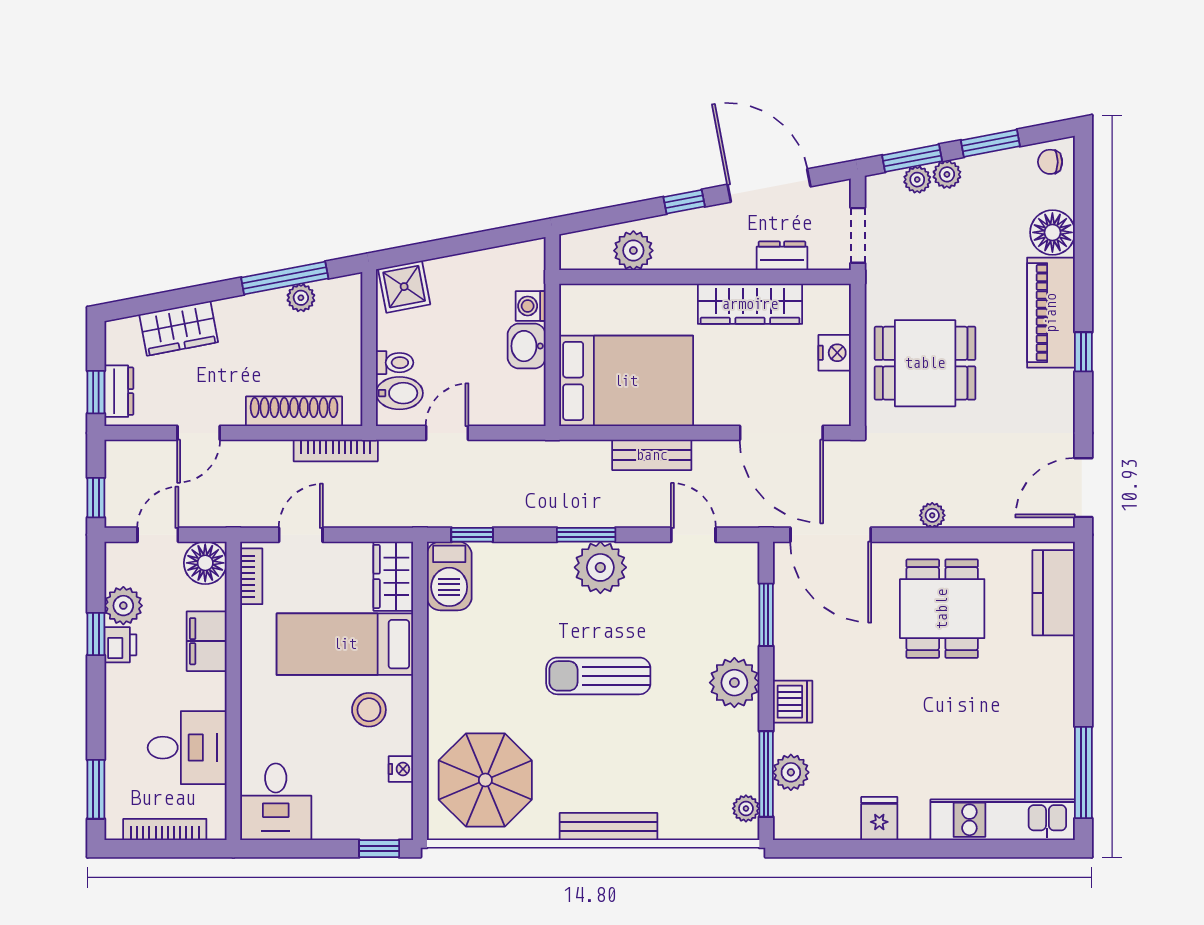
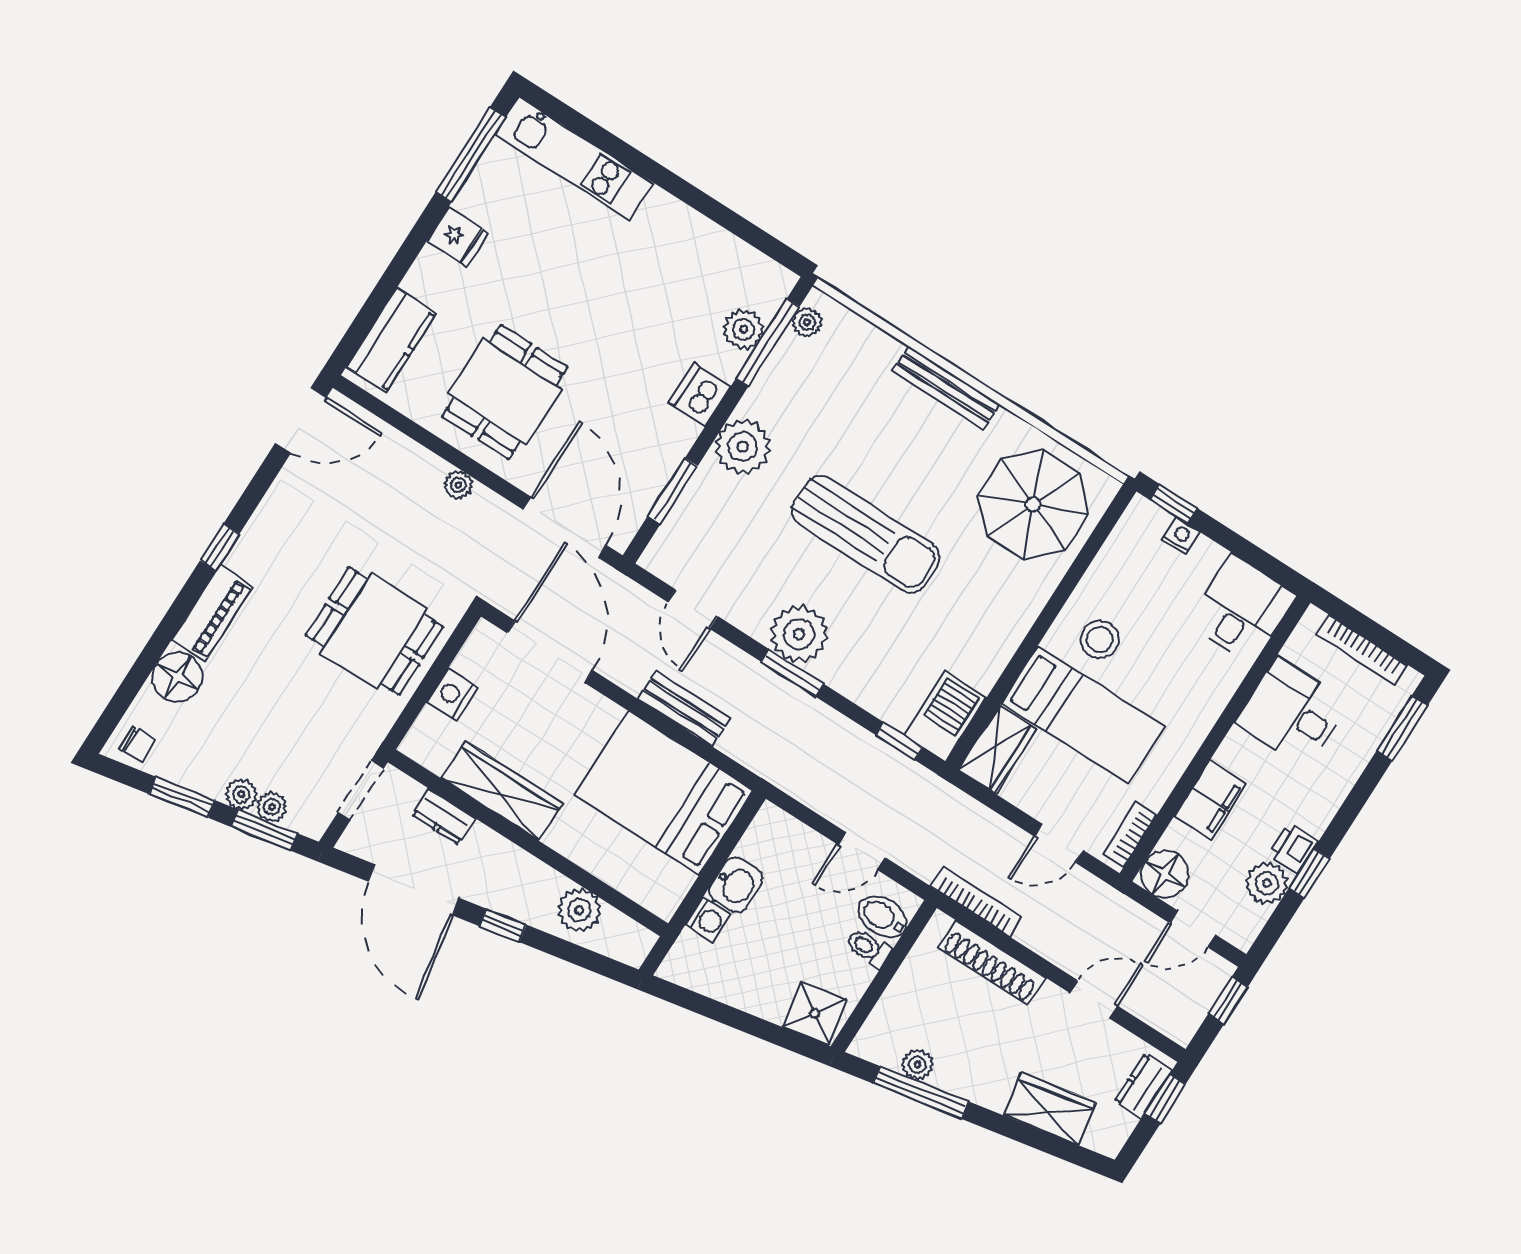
piano: (1051, 313) -> (212, 613), width x0.73, depth x0.75
sun lounger: (598, 676) -> (866, 534), width x1.36, depth x1.34
nightstand: (401, 769) -> (1181, 536), moved, turned 90
fridge: (879, 819) -> (458, 237), moved, turned -90

